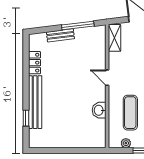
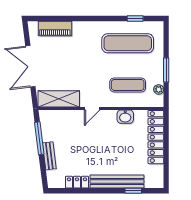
shelving: (114, 38) -> (59, 99), width x1.50, depth x1.33
locker: (79, 140) -> (156, 137), added

